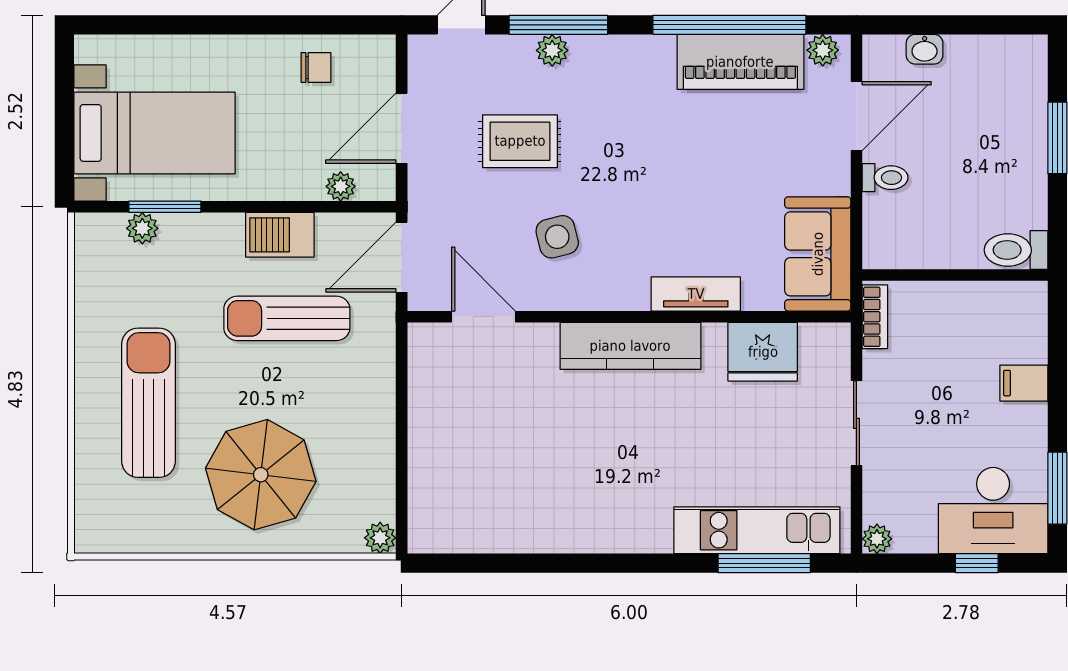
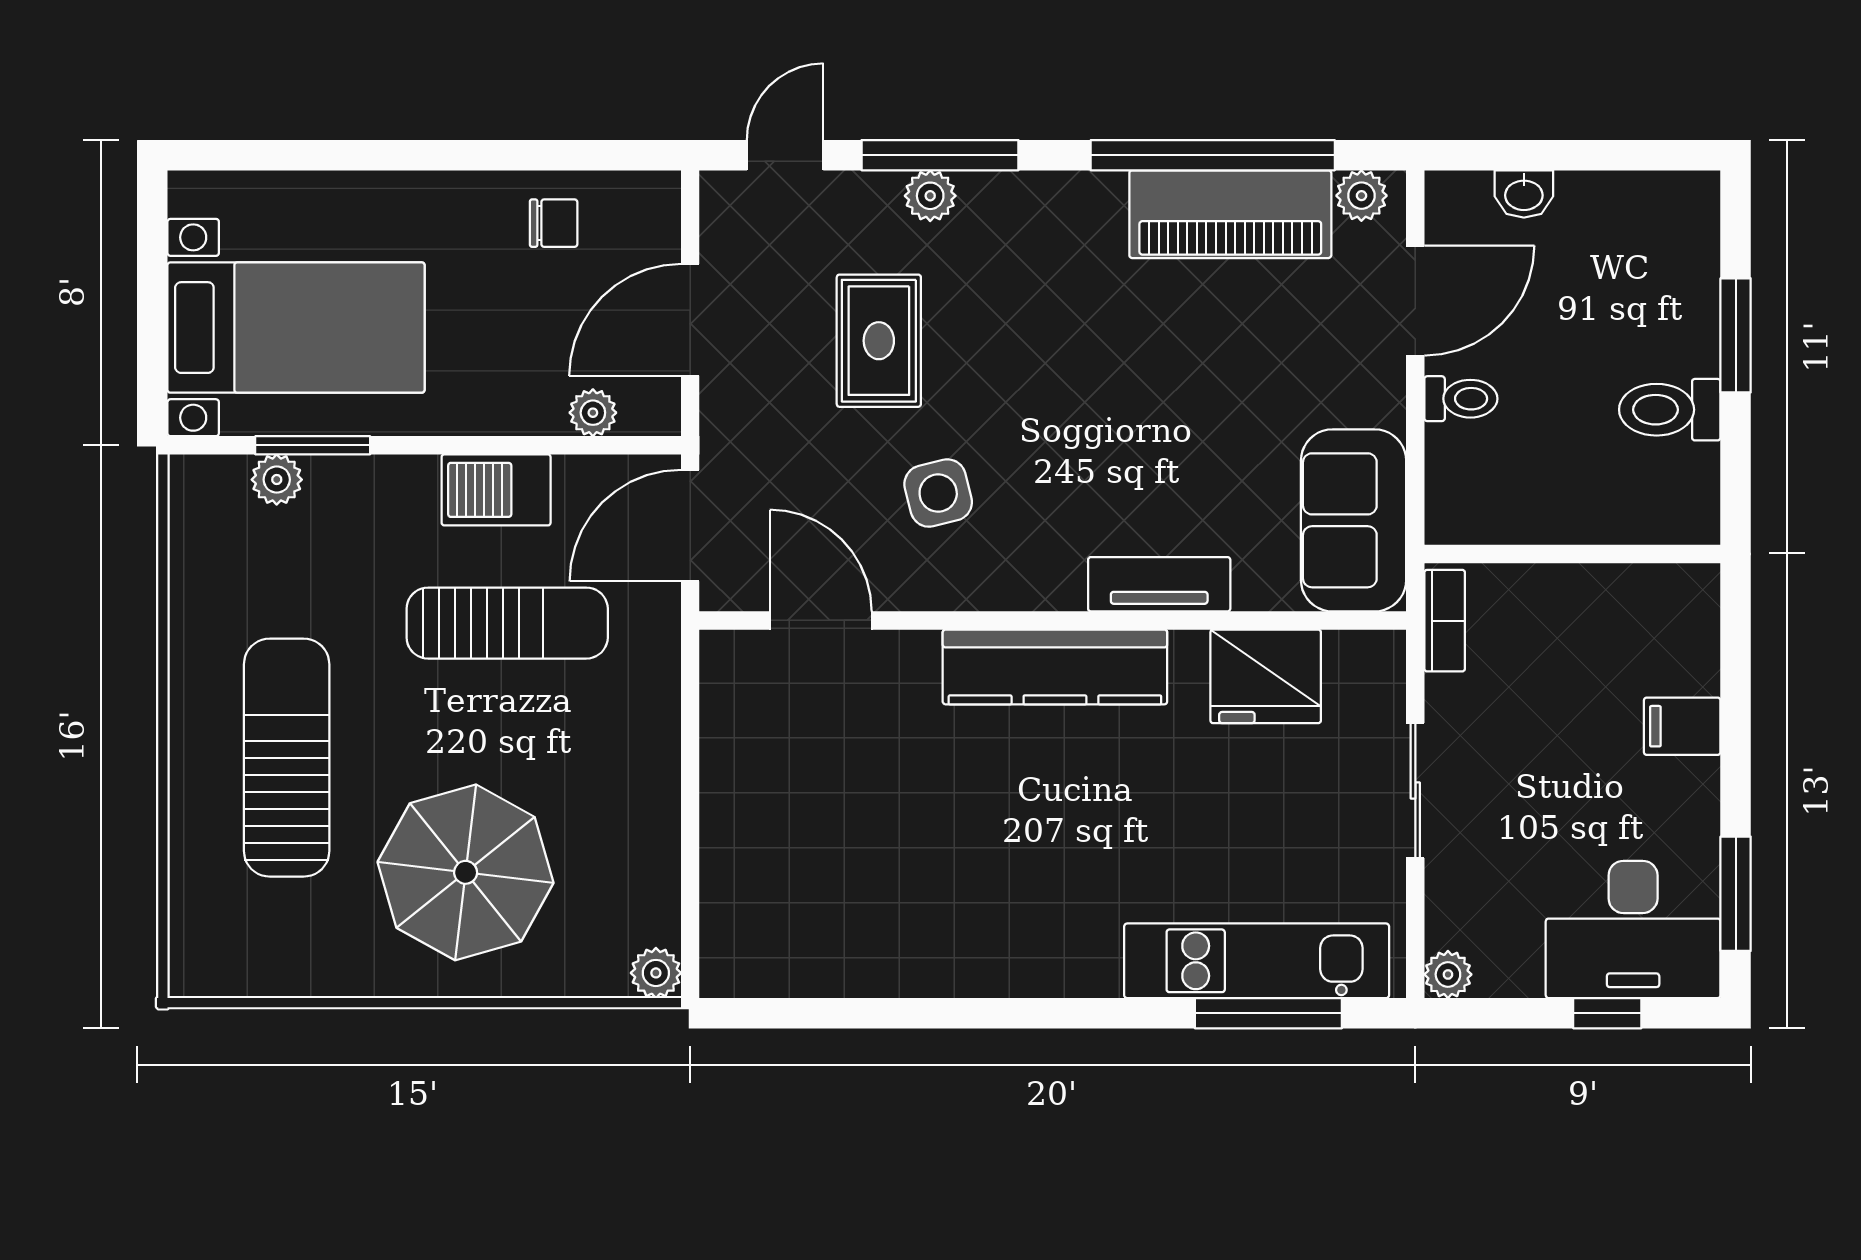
rug: (520, 141) -> (879, 341), turned 90
toilet: (1016, 250) -> (1670, 410), moved
sun lounger: (287, 318) -> (507, 623), turned 180

